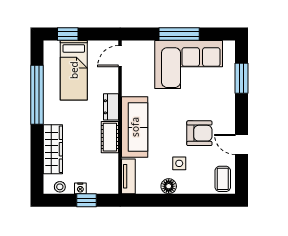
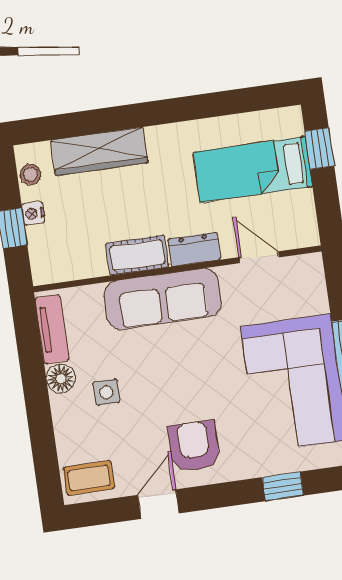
door: (120, 56) -> (259, 257), moved
window: (242, 78) -> (283, 486), width x0.67
window: (37, 95) -> (197, 107), removed
armchair: (199, 133) -> (194, 446), moved, turned 180
tv unit: (128, 176) -> (52, 329), moved, turned -90

